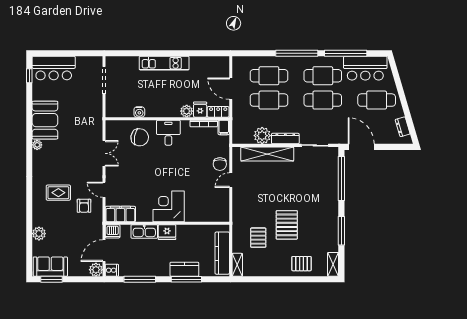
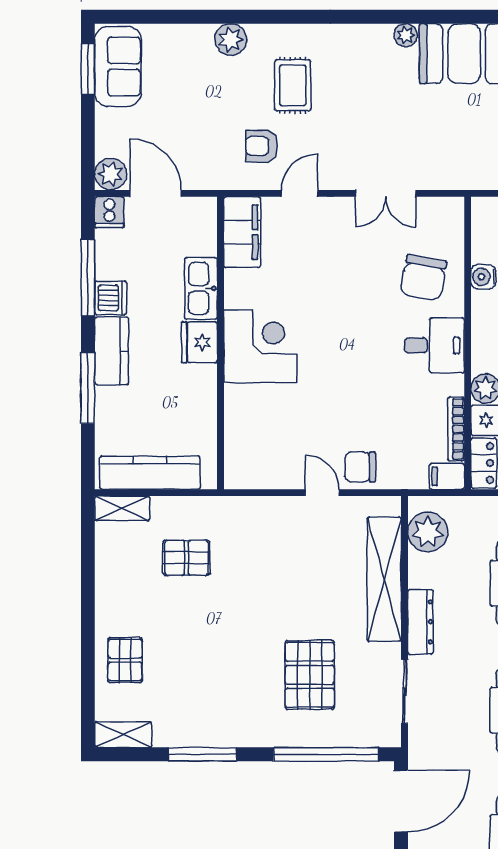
plant: (262, 136) -> (428, 532), moved
pallet: (287, 225) -> (310, 675), moved, turned 90
dishwasher: (113, 231) -> (111, 298), moved, turned 180
plant: (39, 234) -> (231, 40), moved
kitchen counter: (184, 269) -> (112, 351), moved

